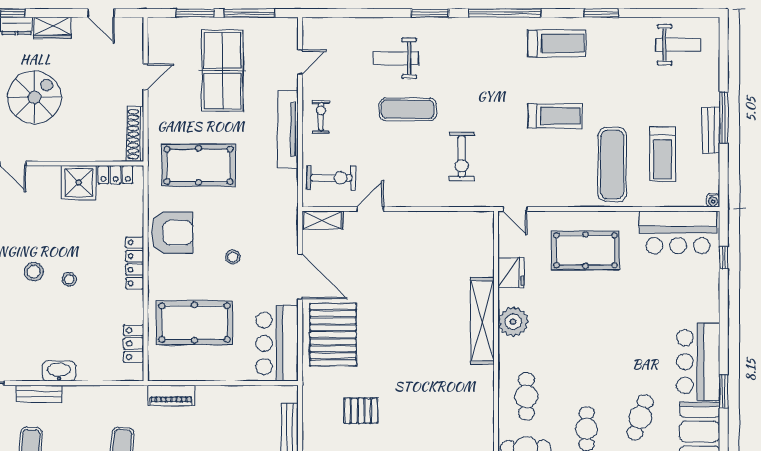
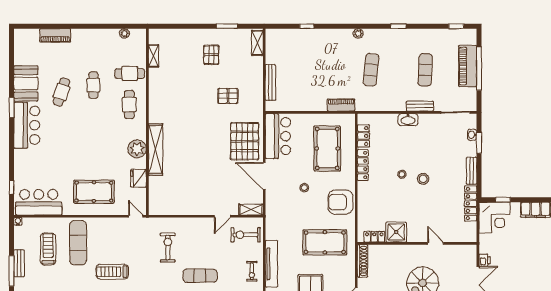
locker: (135, 263) -> (363, 165), moved
pool table: (194, 323) -> (327, 148), turned 90

